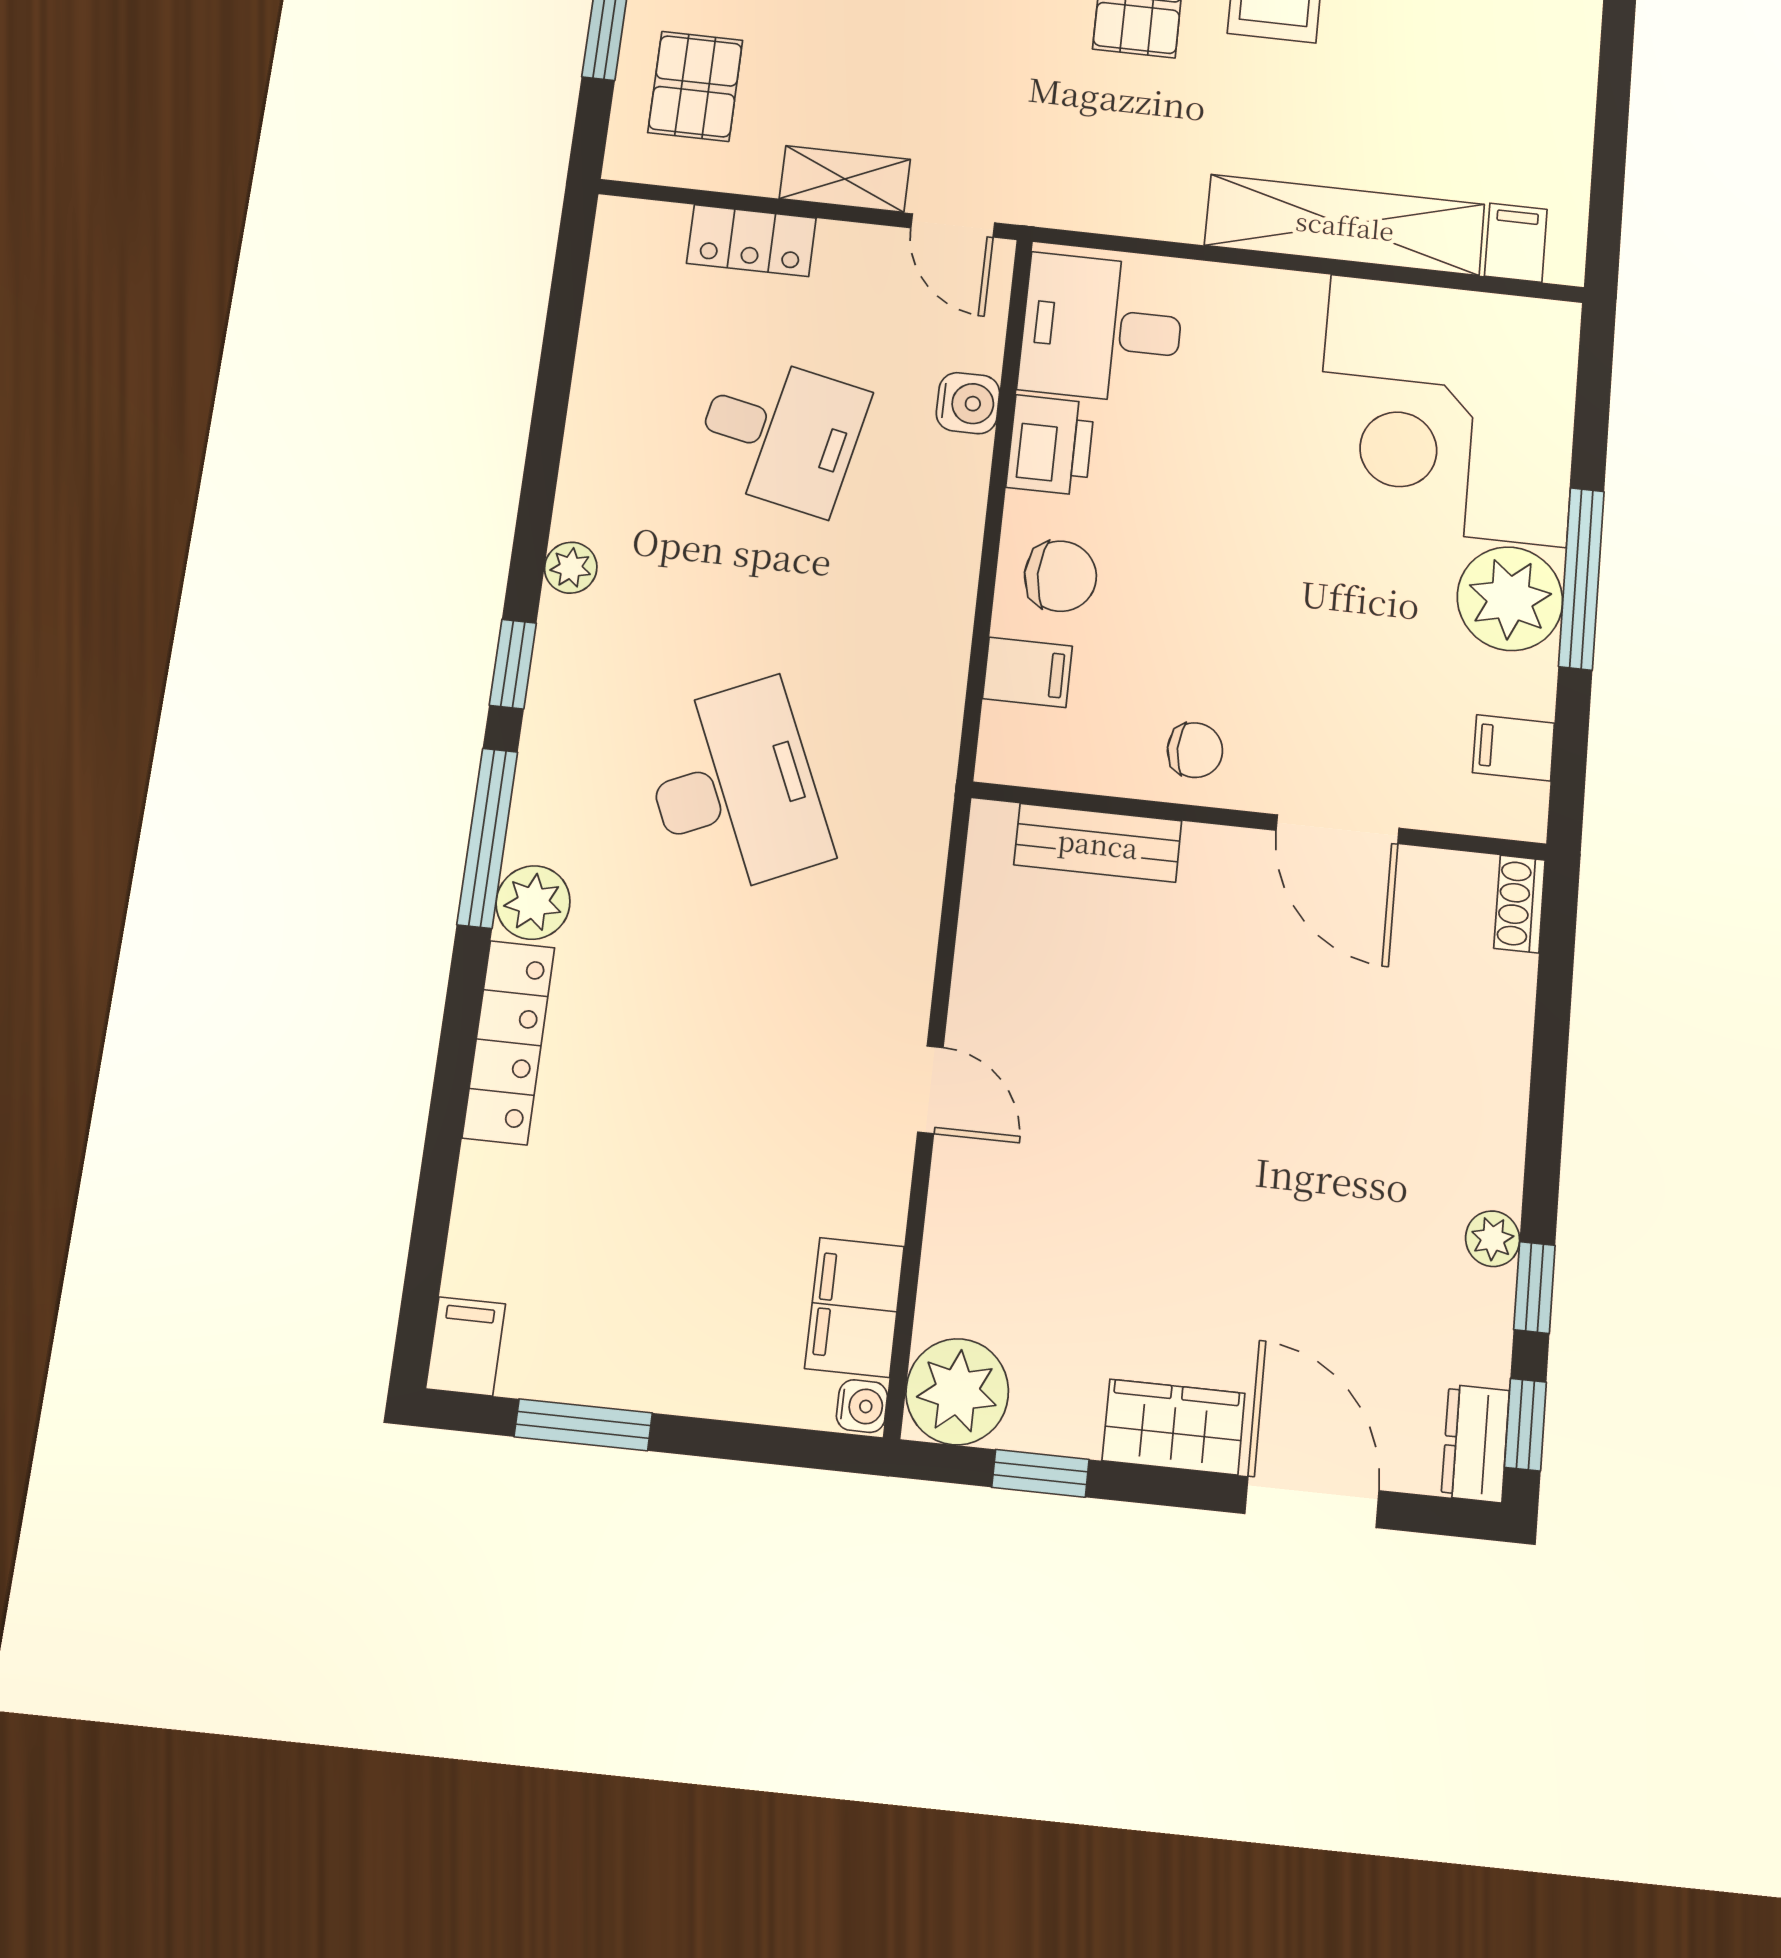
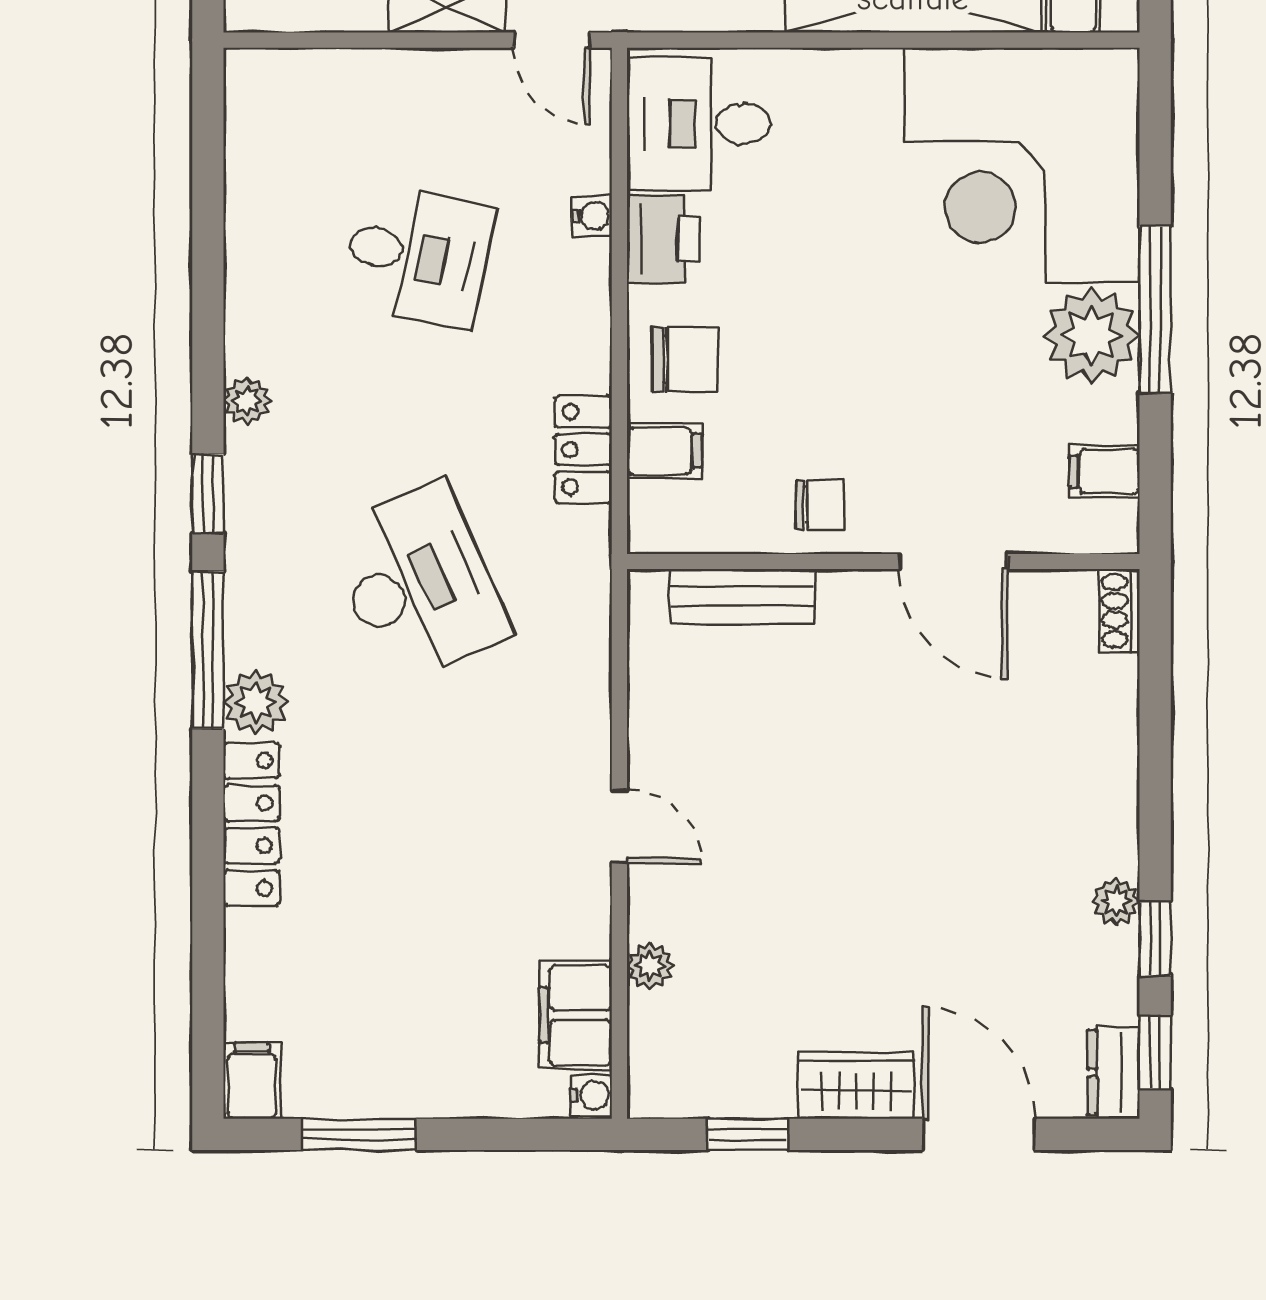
locker: (751, 241) -> (583, 449), moved, turned 90
water cooler: (968, 403) -> (592, 216), width x0.72, depth x0.72
plant: (957, 1392) -> (650, 966), moved, width x0.53, depth x0.53

